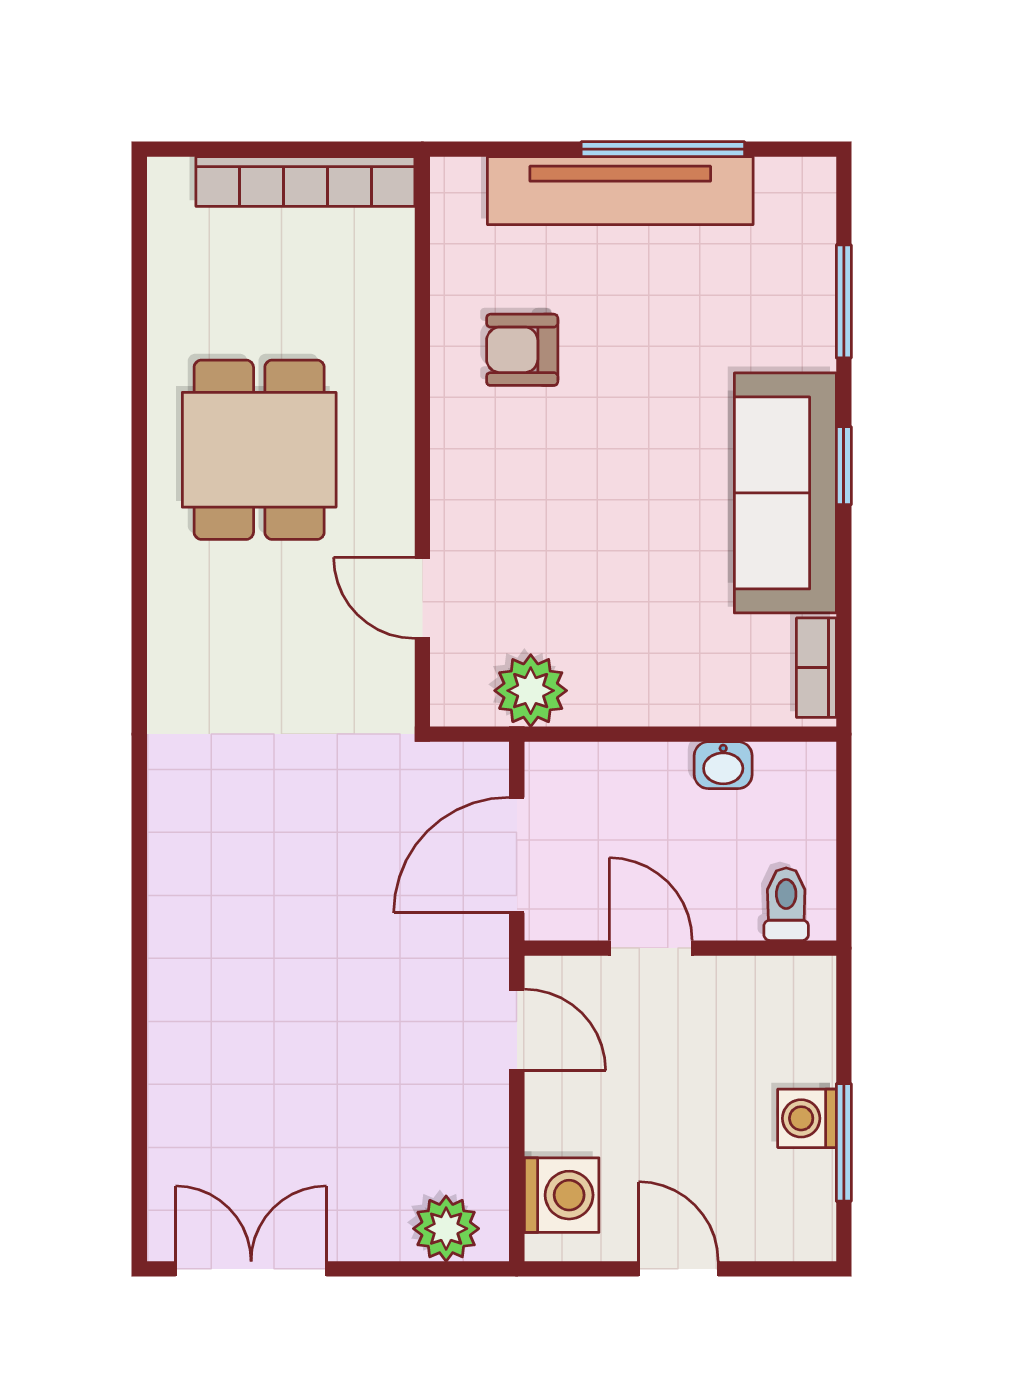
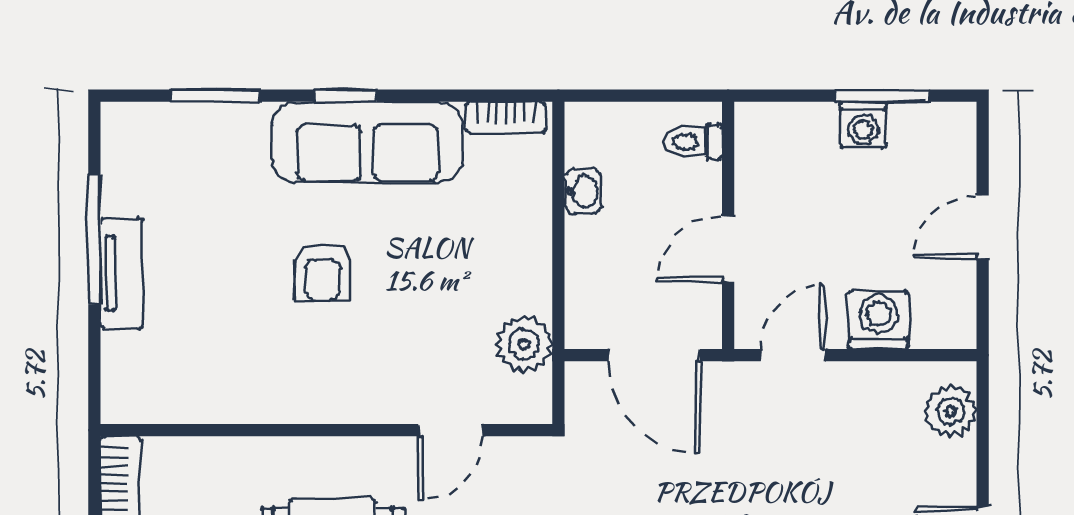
tv unit: (620, 191) -> (121, 273), width x0.52, depth x0.78
armchair: (522, 350) -> (323, 272), moved
washing machine: (562, 1195) -> (878, 320), moved

